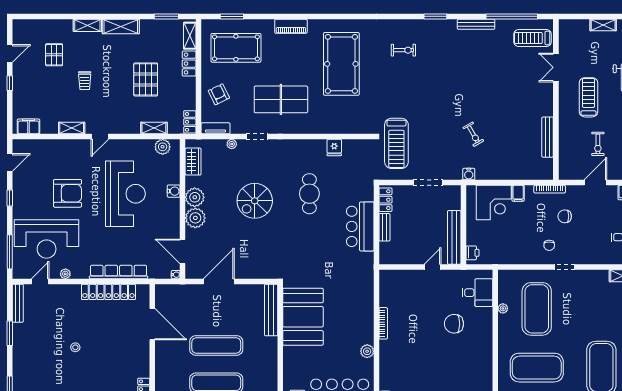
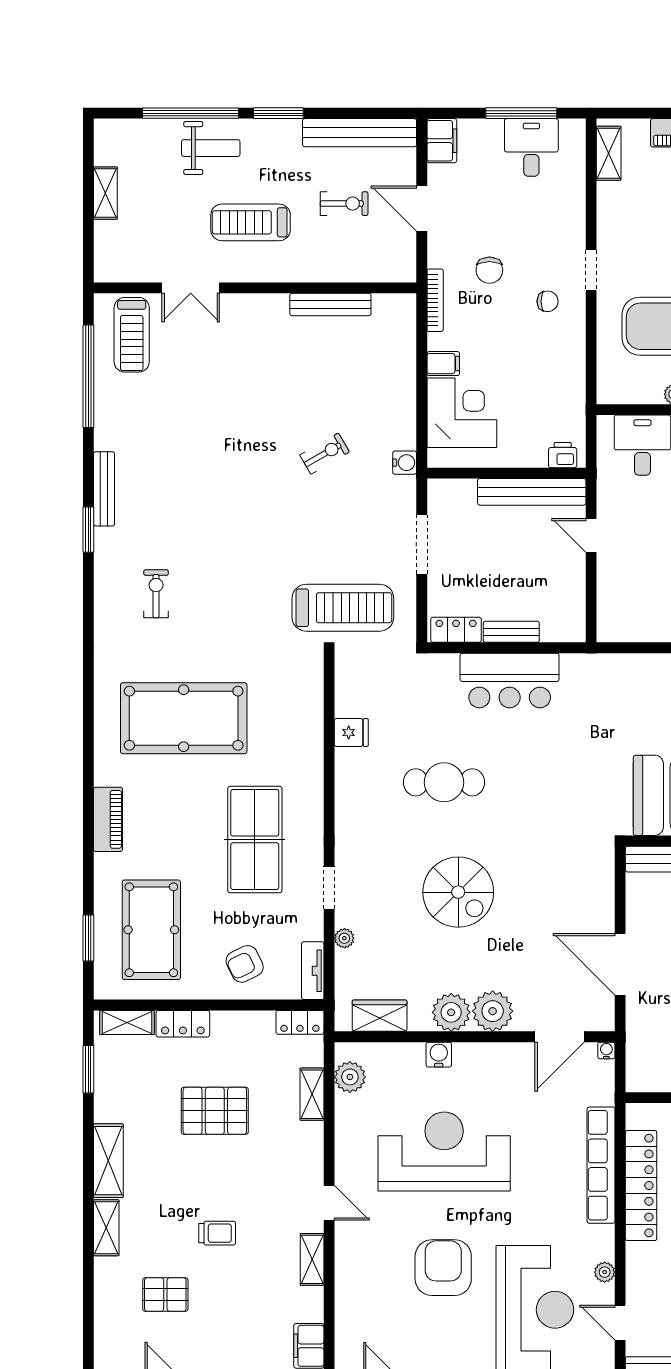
bench: (476, 24) -> (104, 489), moved

